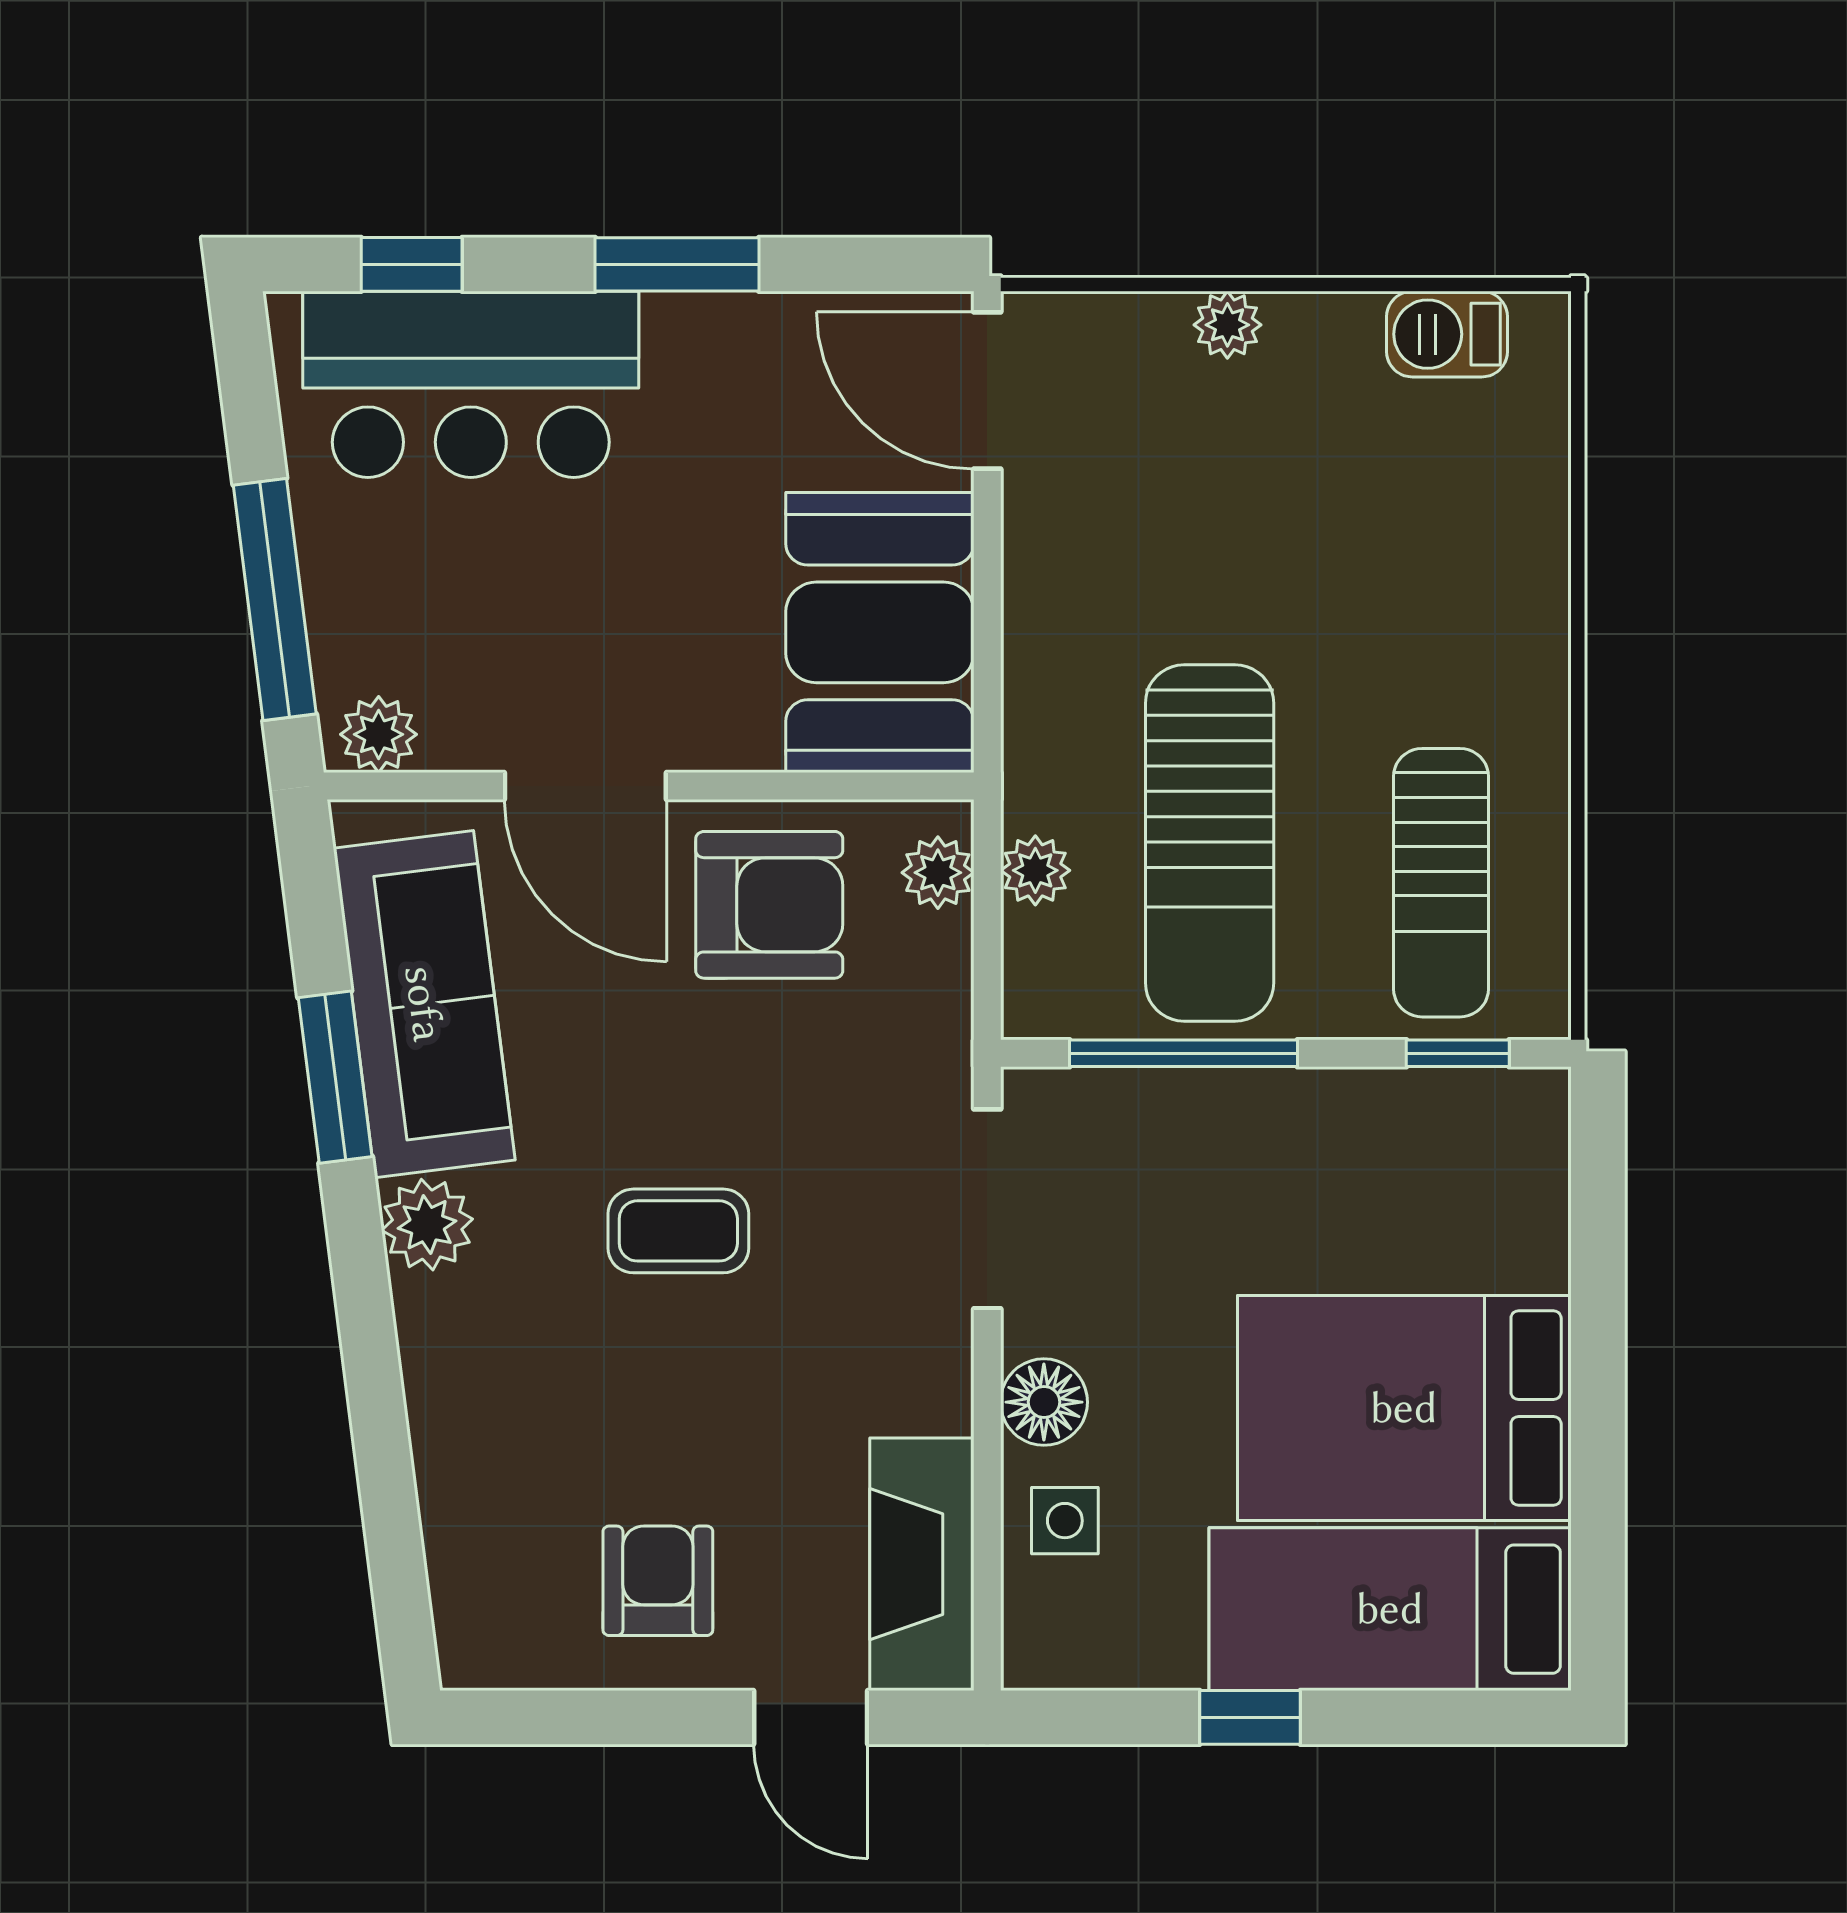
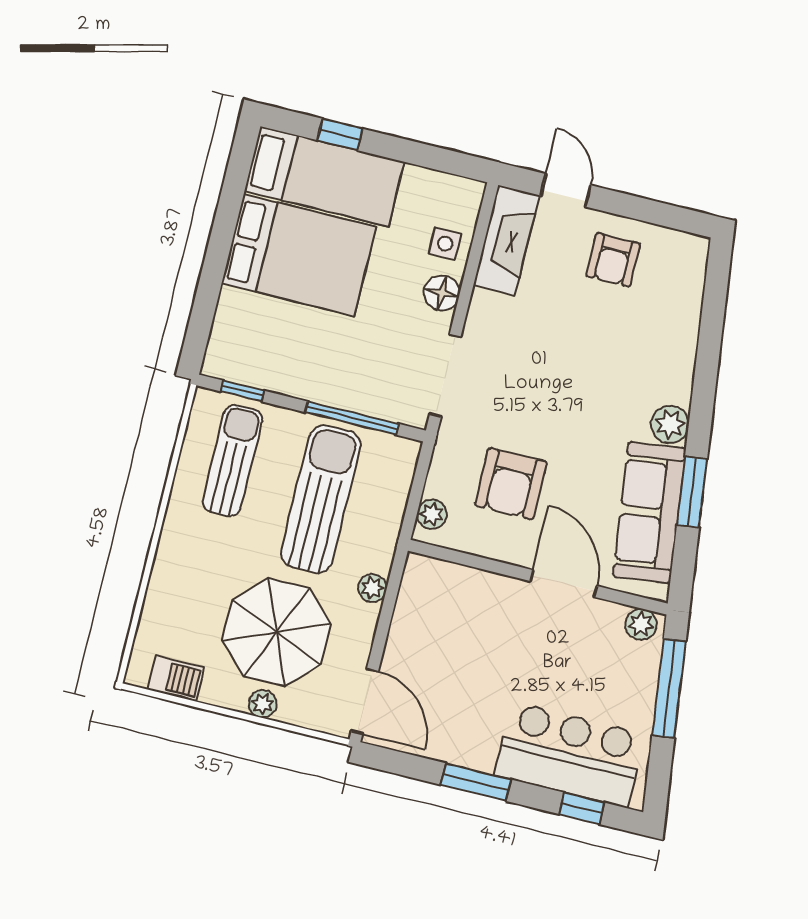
parasol: (1236, 502) -> (276, 632), added
booth: (880, 632) -> (431, 616), removed
plant: (1035, 870) -> (372, 588), moved
armchair: (769, 905) -> (511, 484), moved, turned -90
coffee table: (678, 1231) -> (571, 397), removed
window: (1250, 1717) -> (340, 134), moved

